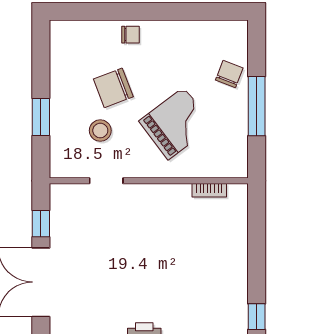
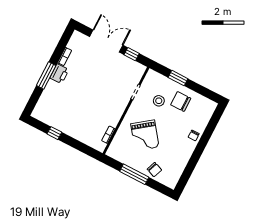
chair: (113, 88) -> (181, 102), moved, turned -69
window: (257, 317) -> (54, 133), moved

